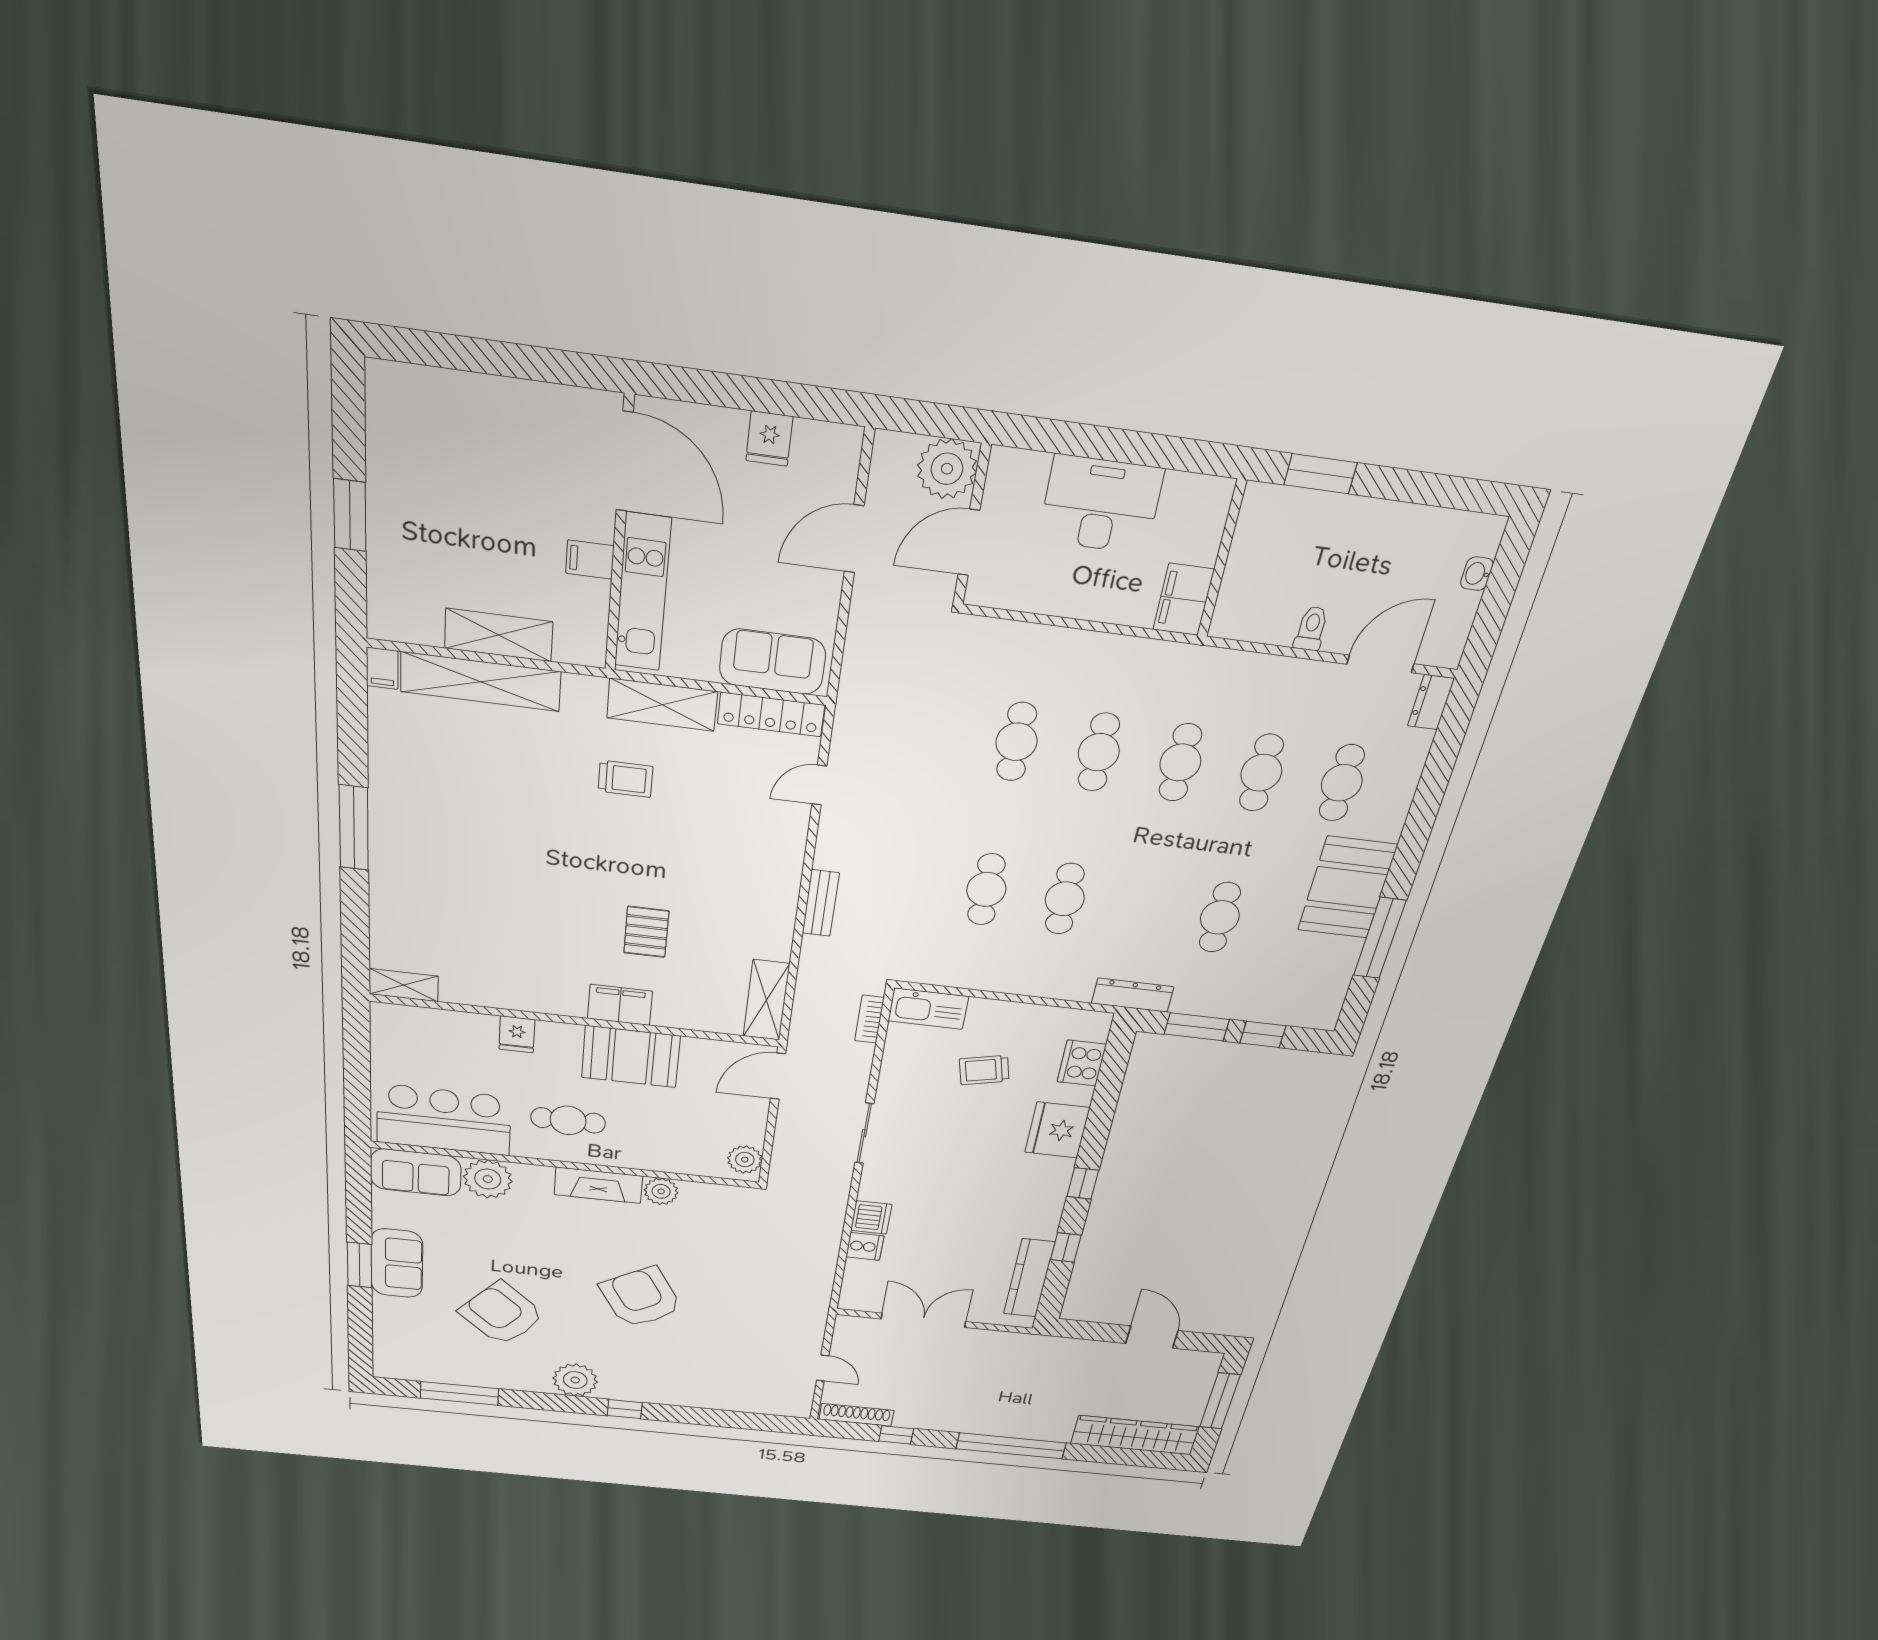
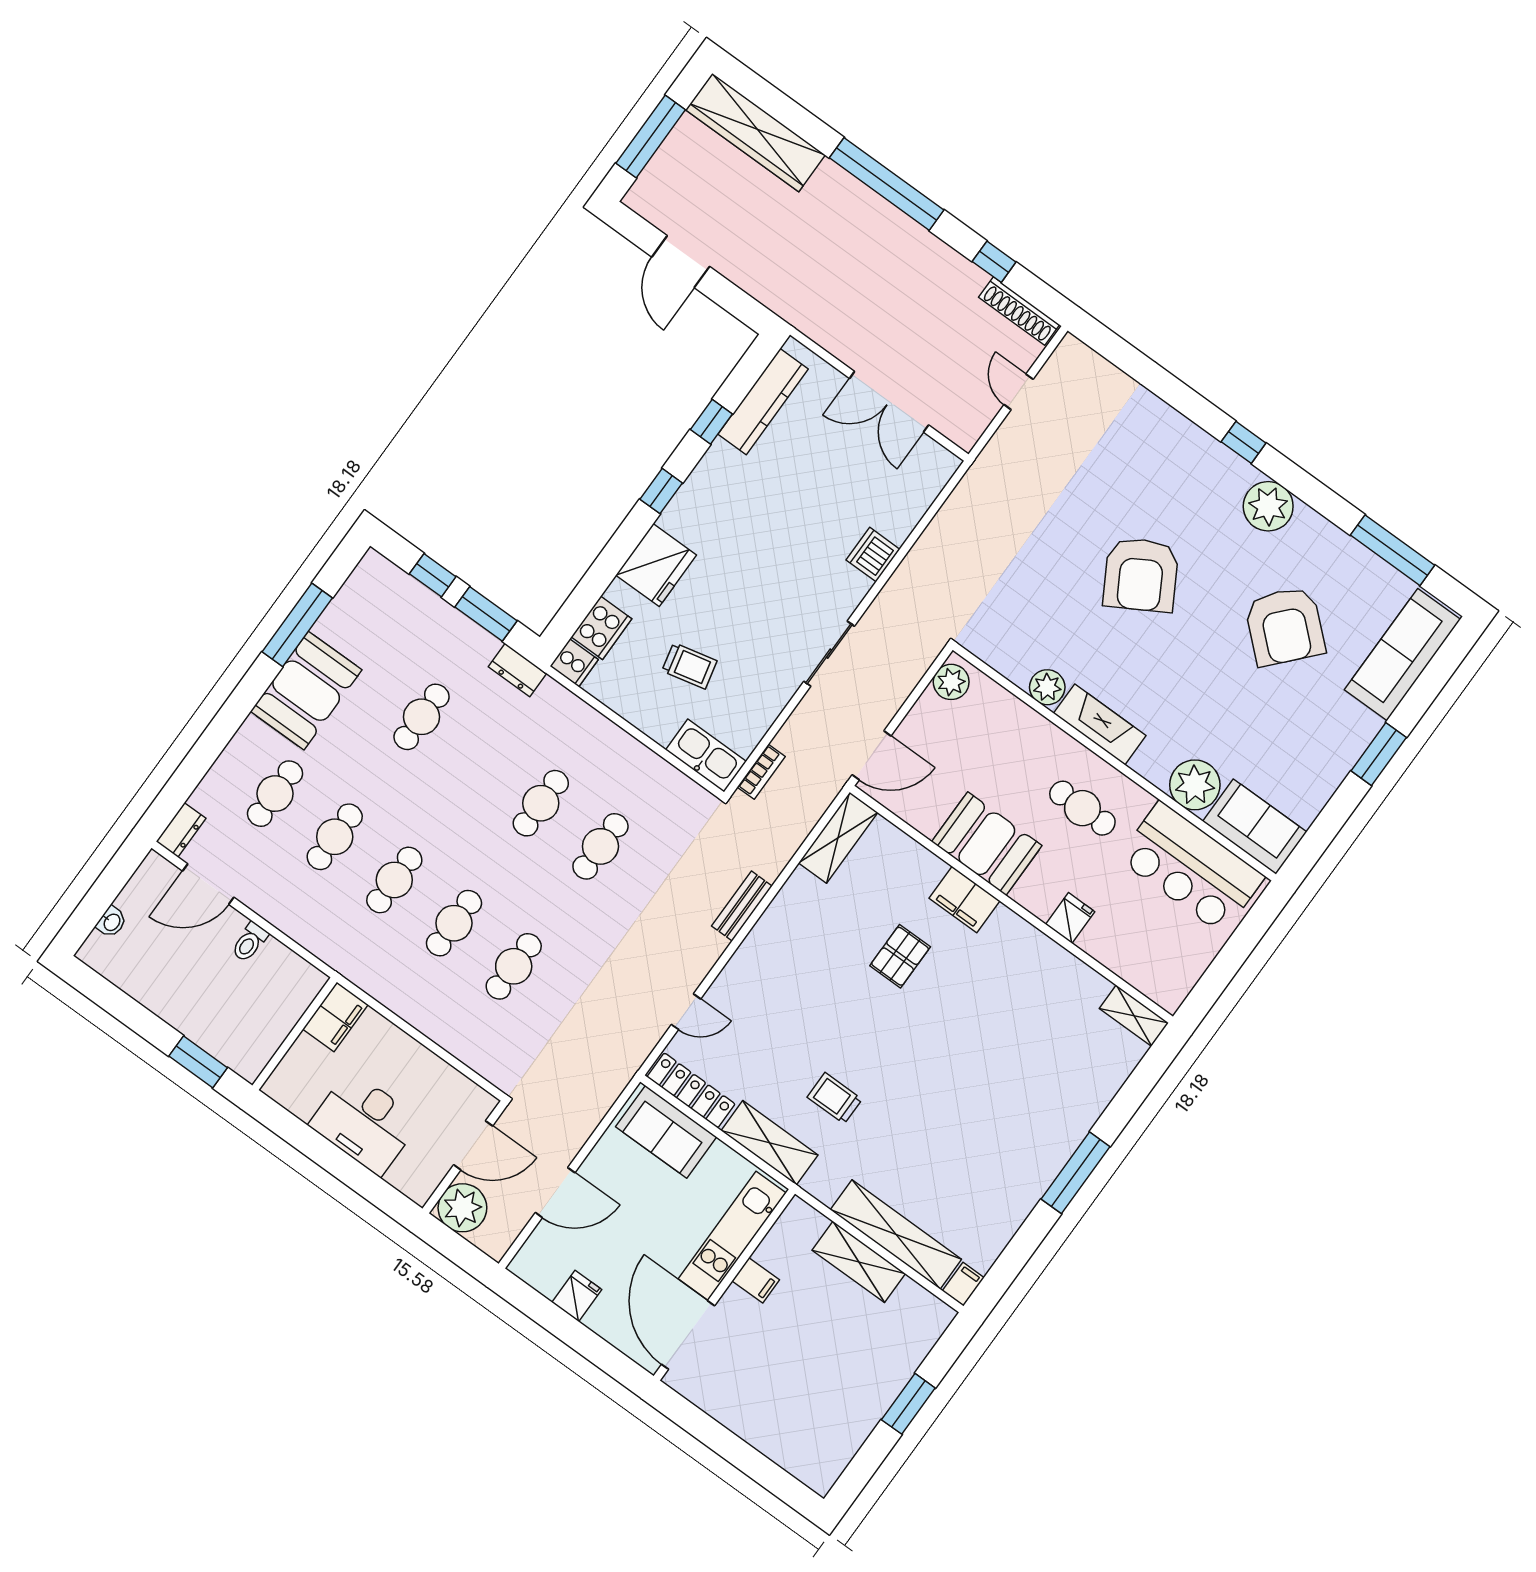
dresser: (1133, 995) -> (517, 670), width x0.70
cooker: (865, 1246) -> (574, 663), moved, turned 180
sofa: (397, 1263) -> (1402, 655), moved, width x1.36

